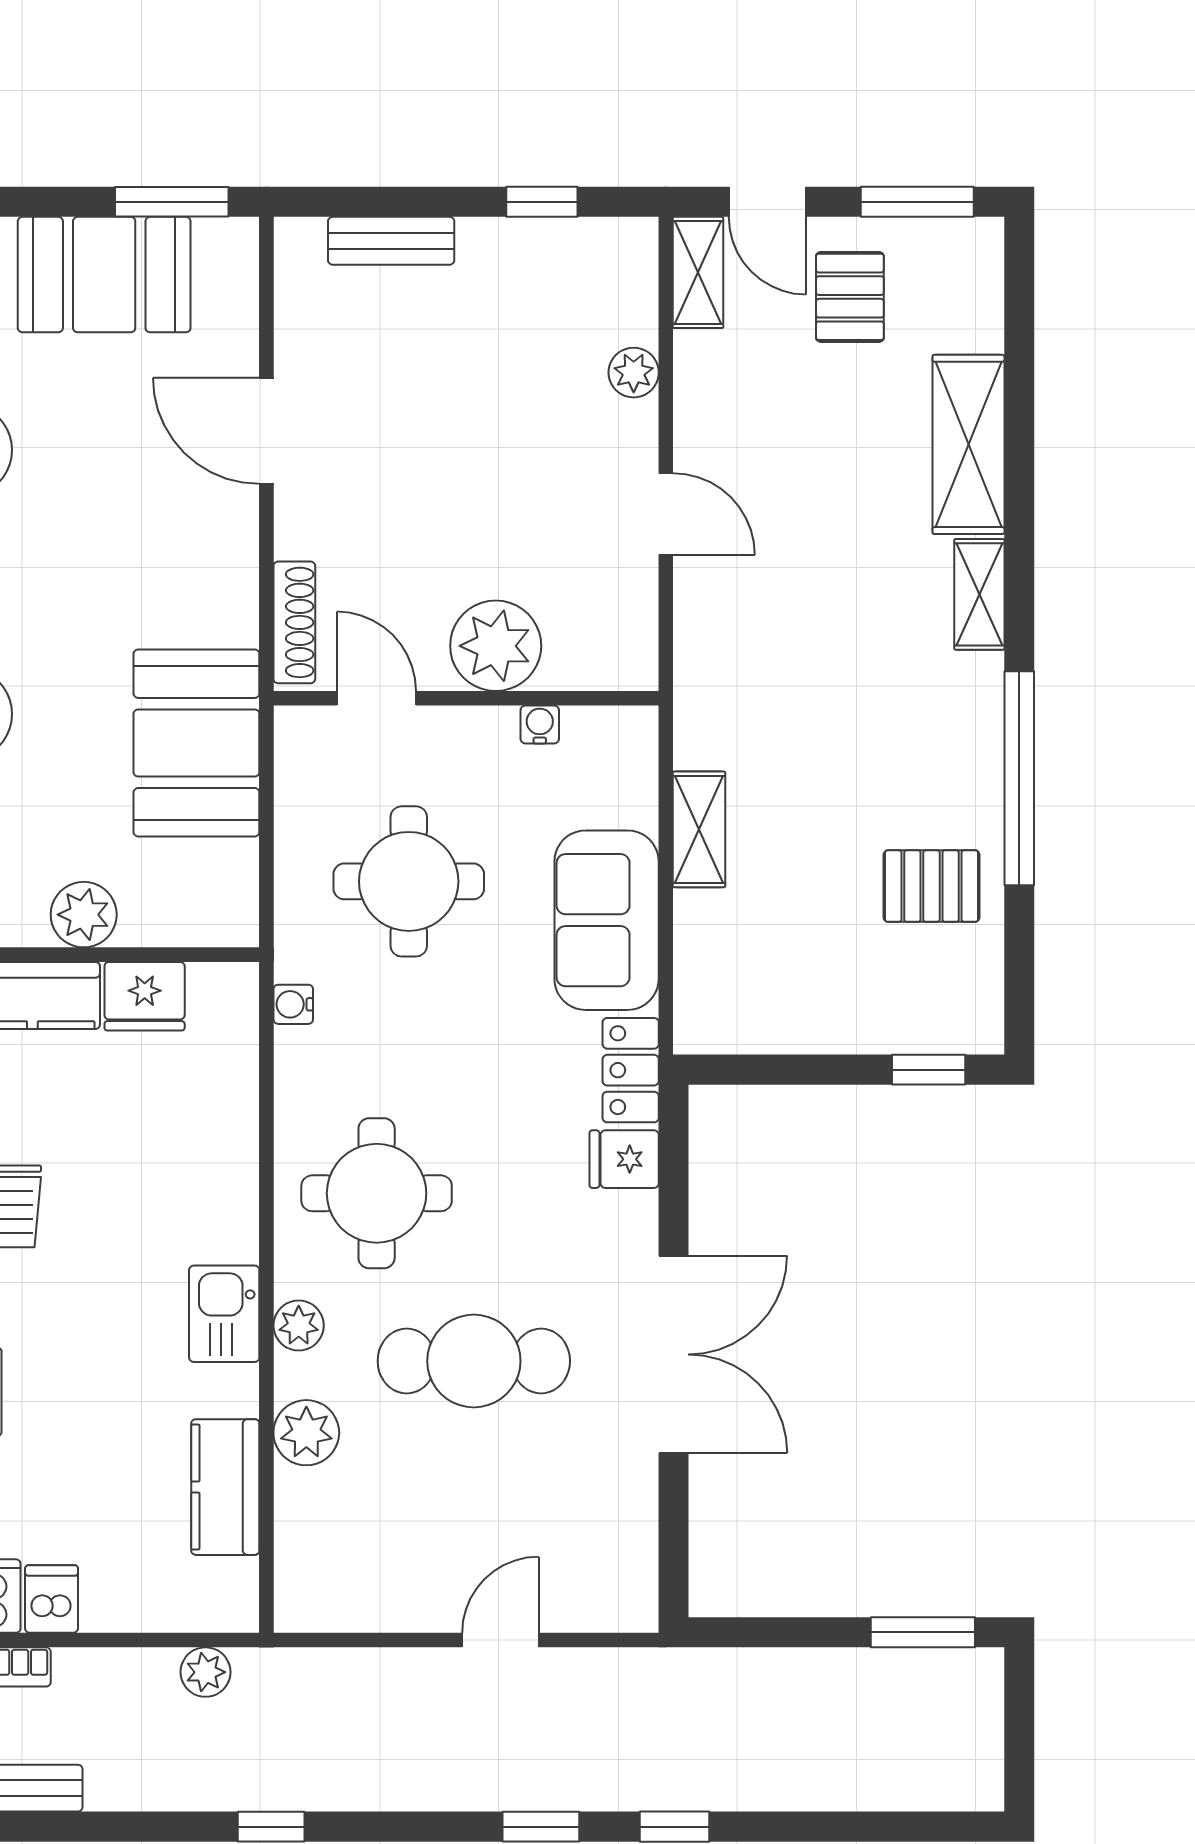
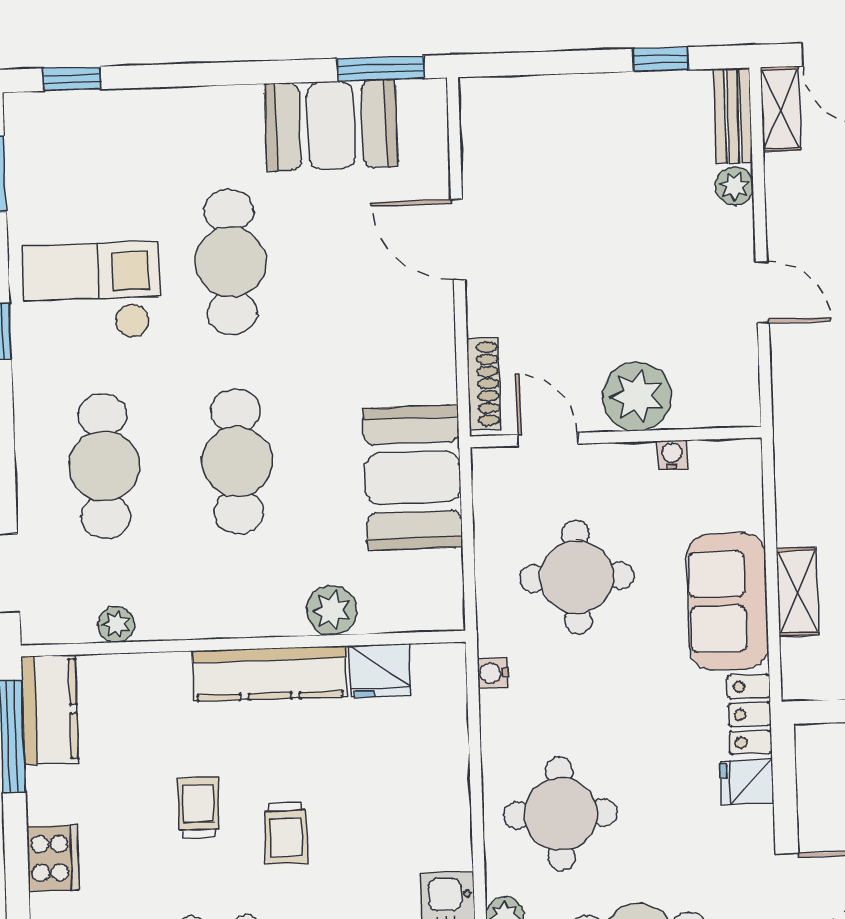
bench: (391, 241) -> (733, 116), moved, turned 90
shelving: (699, 829) -> (797, 592), moved

